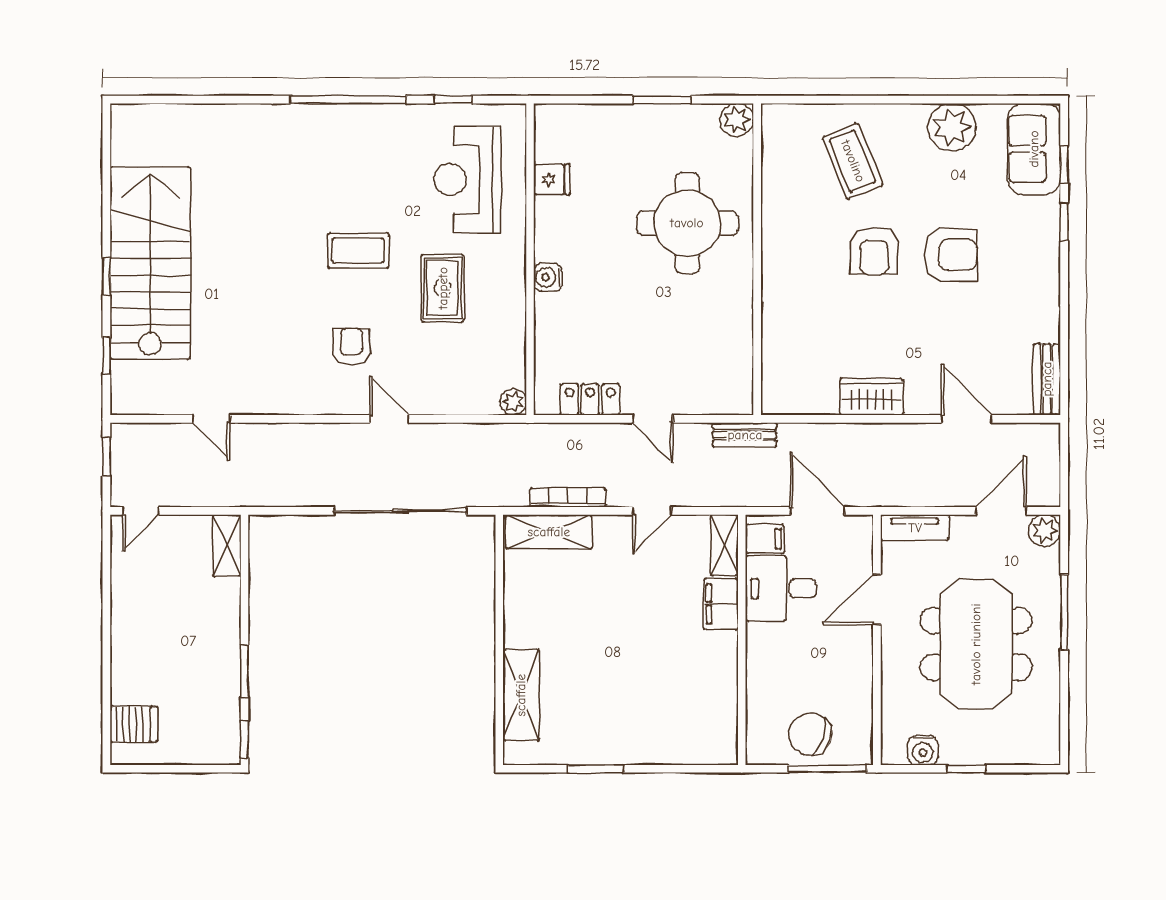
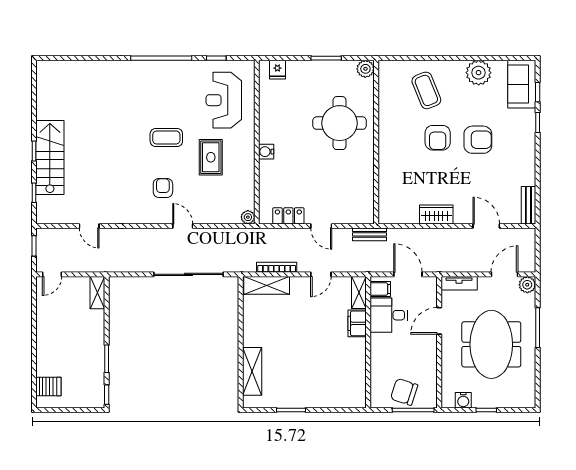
fridge: (552, 180) -> (277, 70), moved, turned 90
stairs: (150, 263) -> (50, 158), width x0.73, depth x0.66

